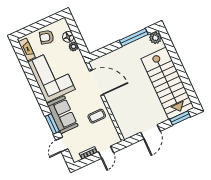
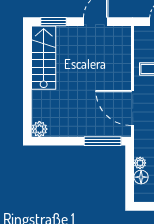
window: (134, 37) -> (103, 141), moved
stairs: (168, 83) -> (44, 58), width x0.73, depth x0.66

